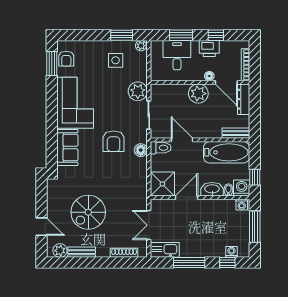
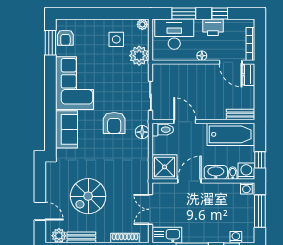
window: (122, 35) -> (123, 14), removed
desk: (177, 55) -> (174, 34), width x1.37
floor lamp: (209, 76) -> (202, 56), moved
plant: (138, 91) -> (139, 56), moved
plant: (198, 94) -> (202, 74), removed
dresser: (244, 99) -> (248, 75), width x0.70

